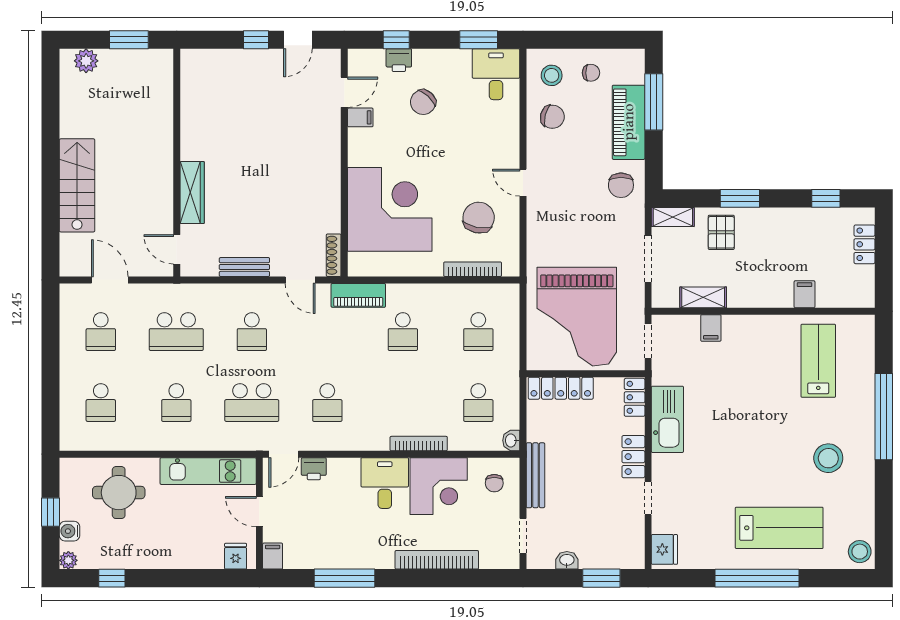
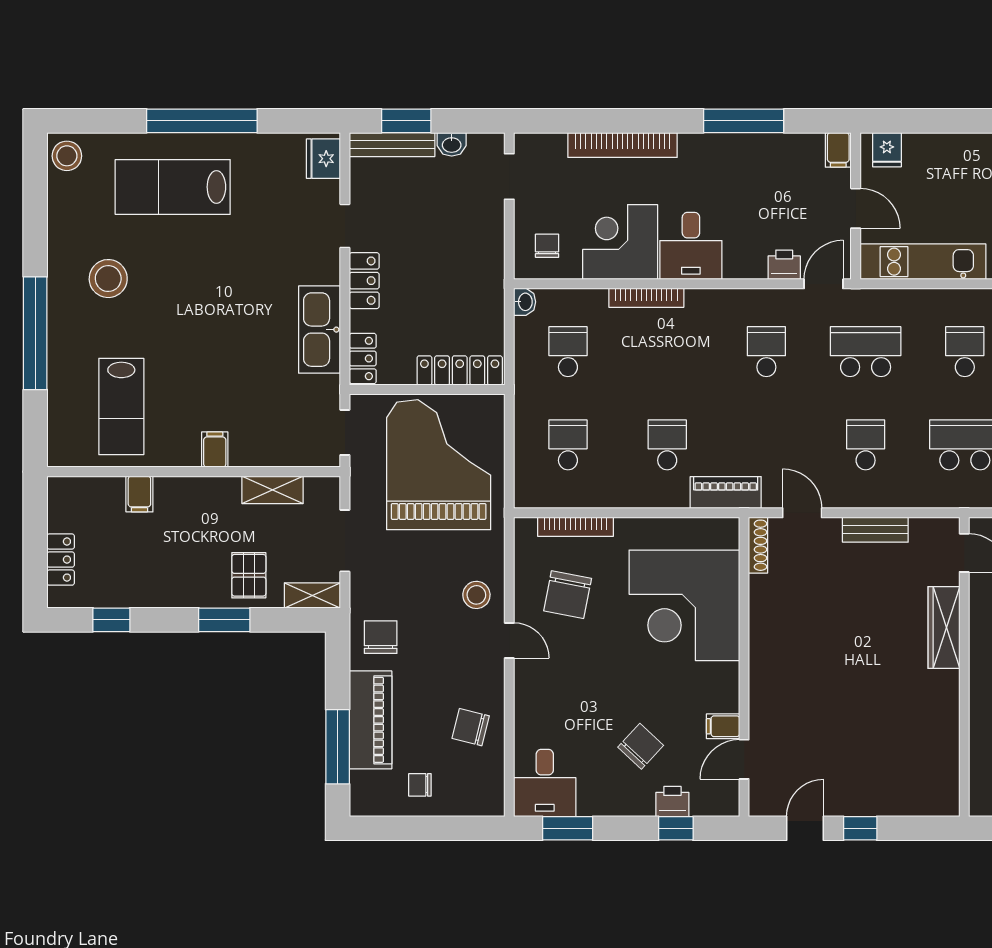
stool: (552, 75) -> (476, 595), moved
filing cabinet: (711, 328) -> (215, 450), moved
bench: (535, 475) -> (392, 145), moved, turned 90

